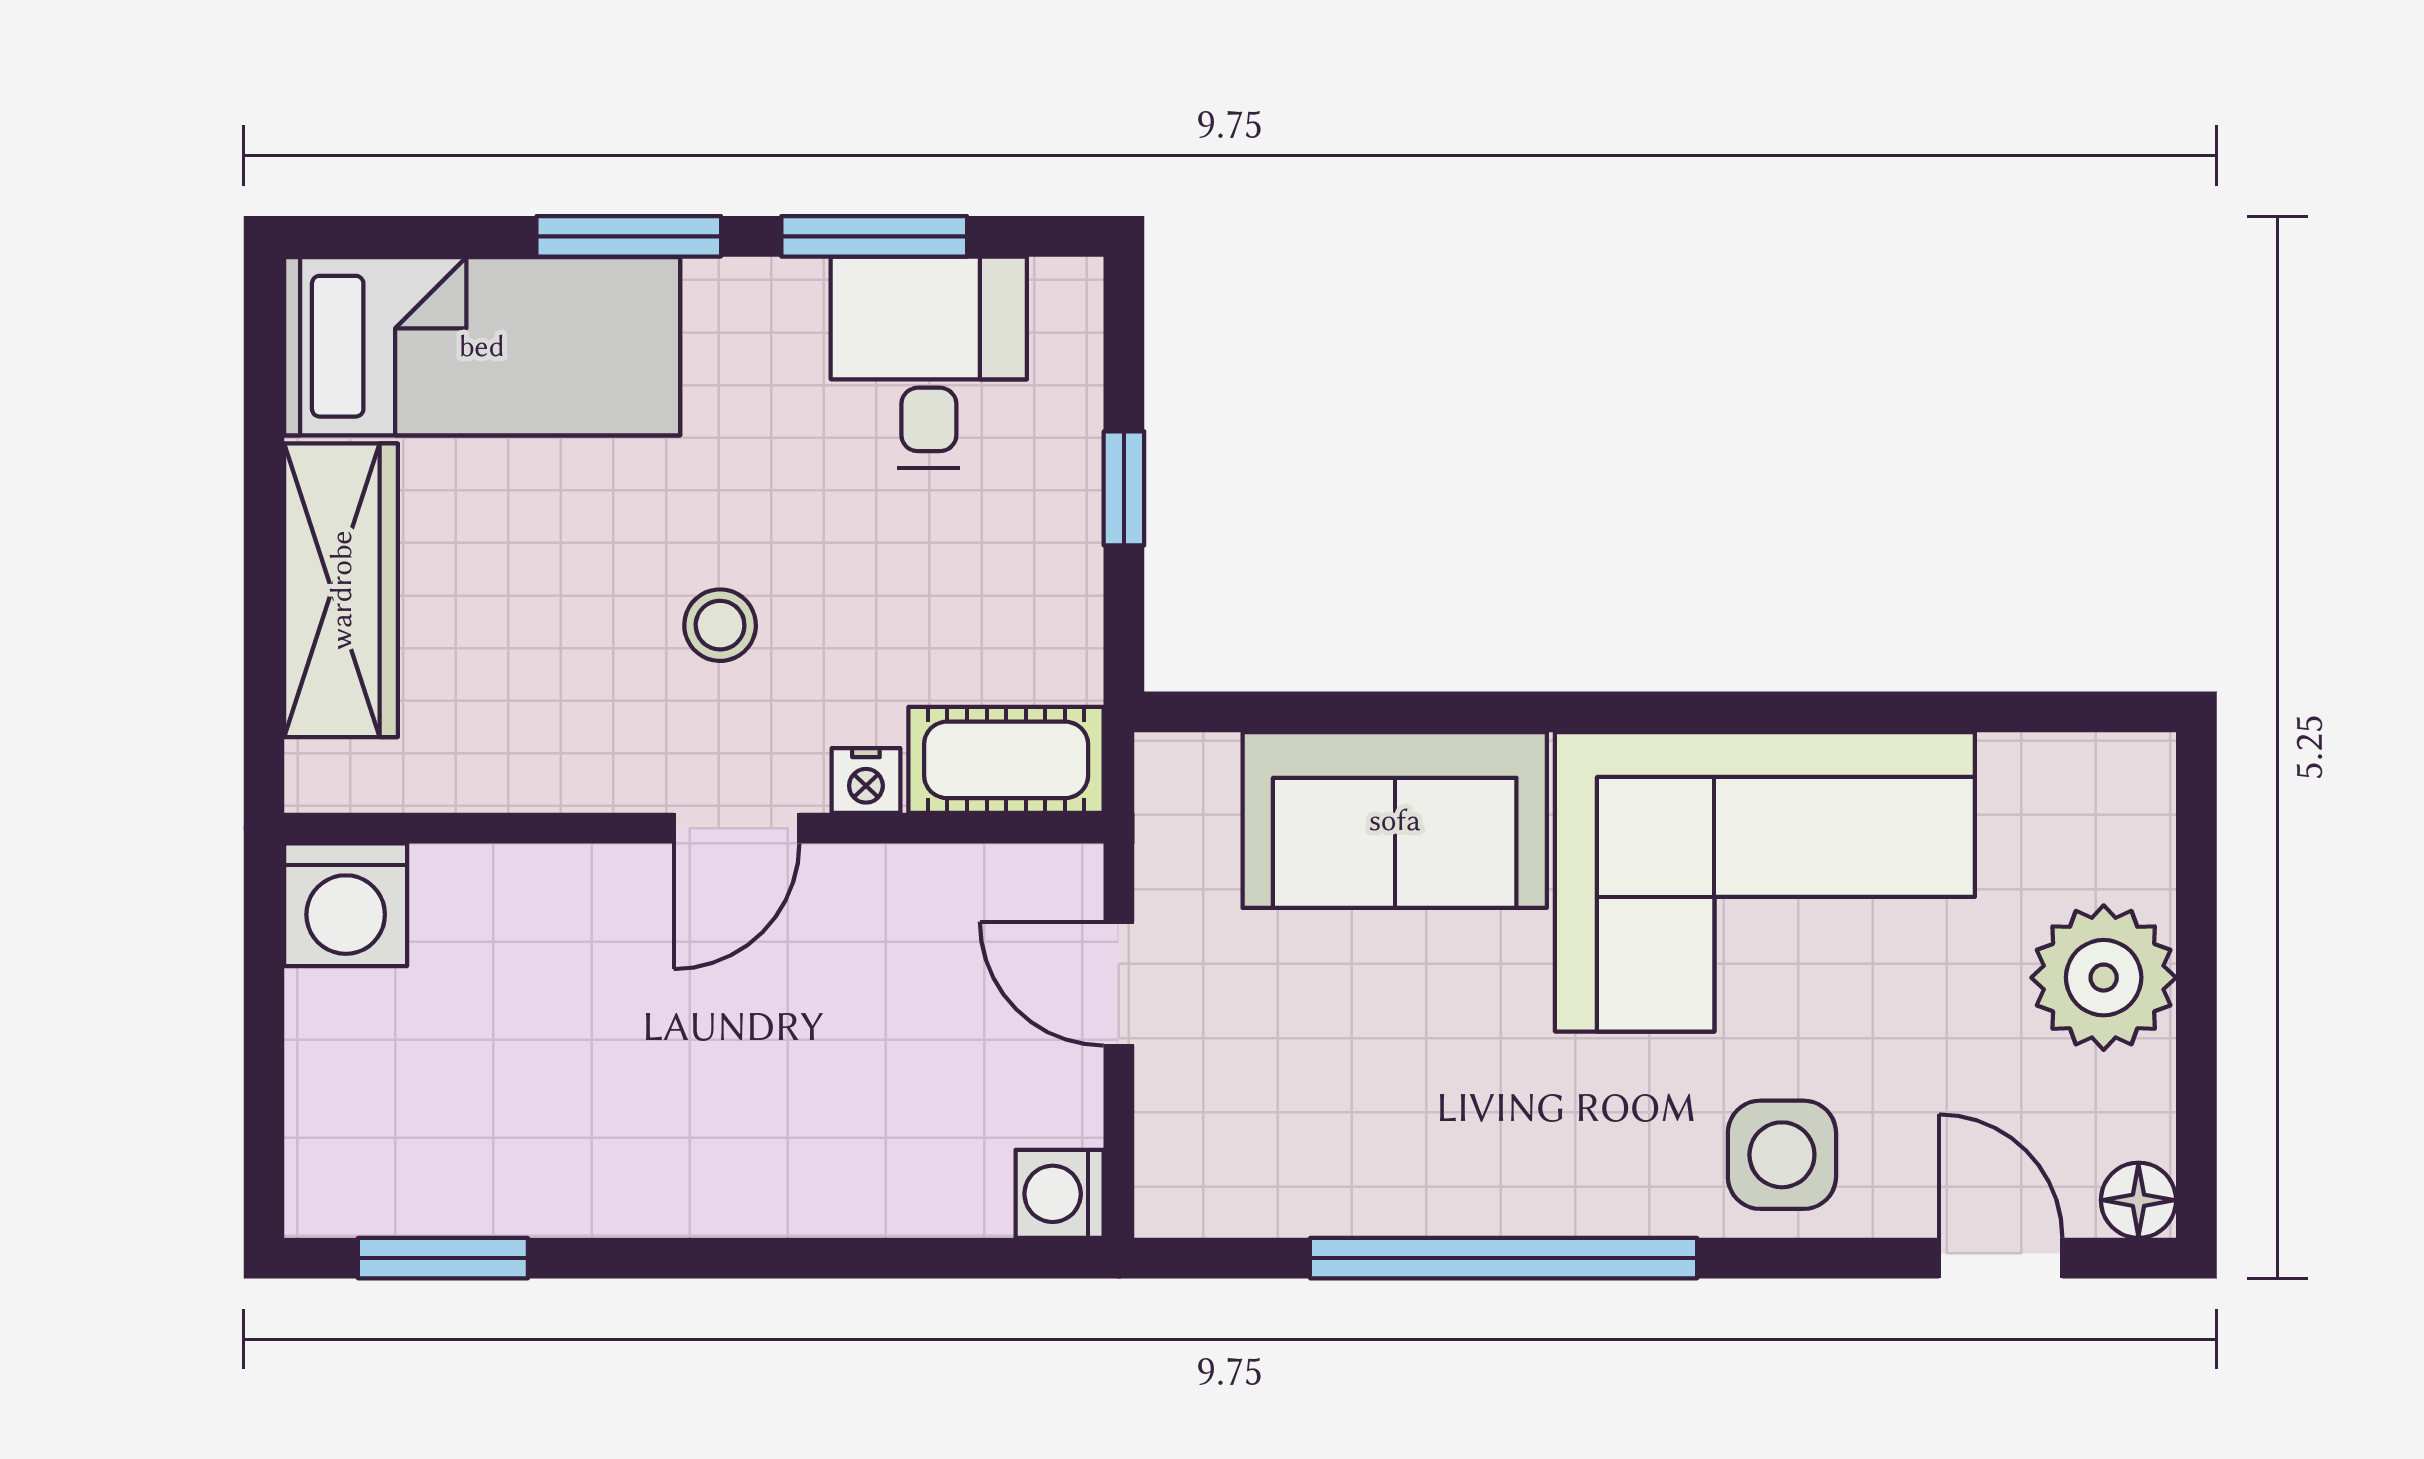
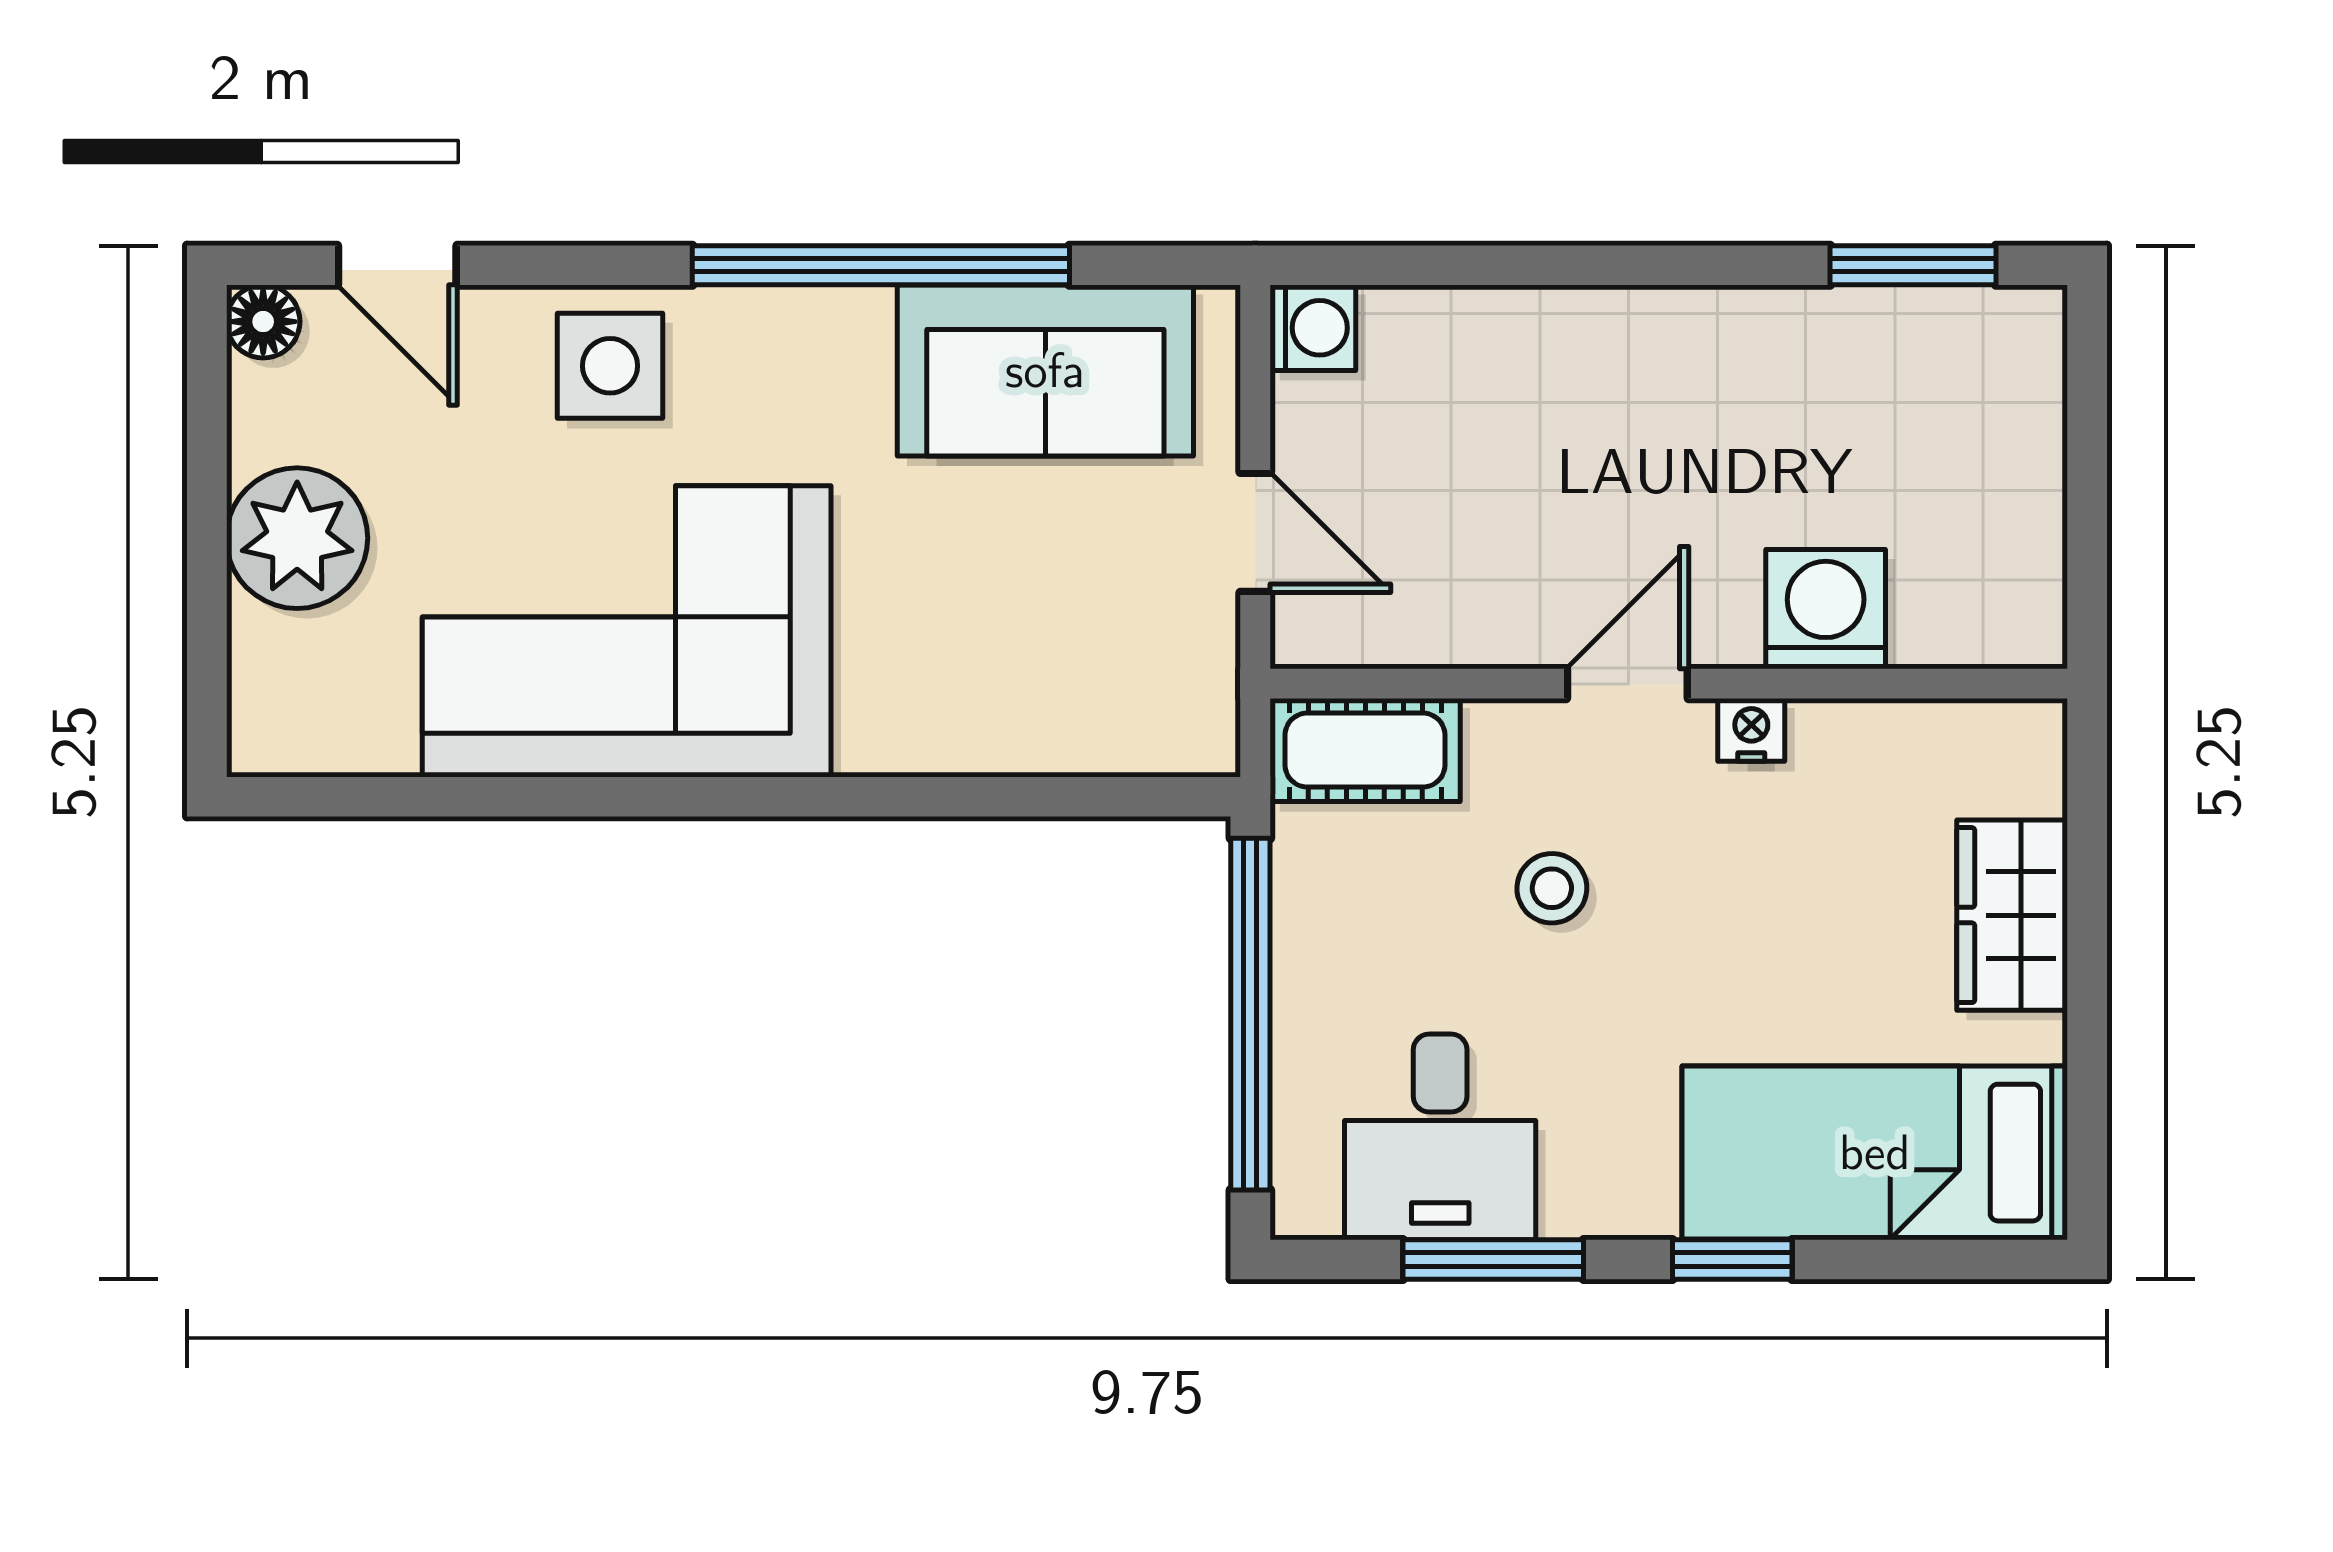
window: (629, 236) -> (1732, 1259), width x0.67
window: (1124, 488) -> (1250, 1014), width x3.17
wardrobe: (341, 590) -> (2012, 915), width x0.67
stool: (720, 625) -> (1552, 888), moved
nightstand: (866, 781) -> (1751, 730), moved
sofa: (1395, 820) -> (1045, 371), moved, turned 180
washing machine: (346, 905) -> (1826, 609), moved

